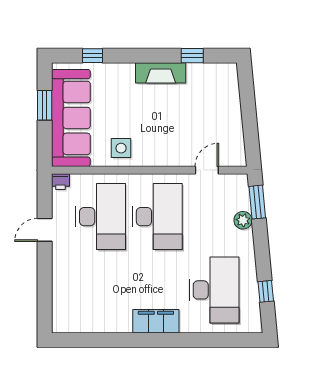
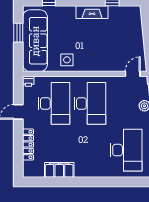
door: (207, 170) -> (133, 74), moved
locker: (60, 281) -> (28, 145), added
filing cabinet: (156, 321) -> (59, 170), moved

